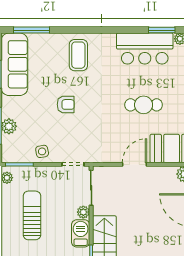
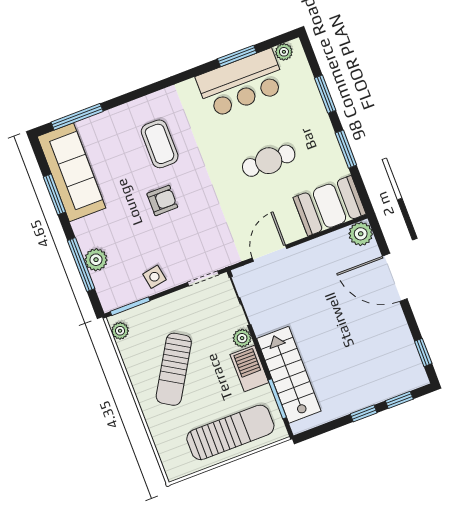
window: (162, 30) -> (237, 56), moved
coffee table: (78, 55) -> (160, 144), moved
door: (135, 164) -> (270, 253), moved
sun lounger: (32, 215) -> (174, 369), turned -149

